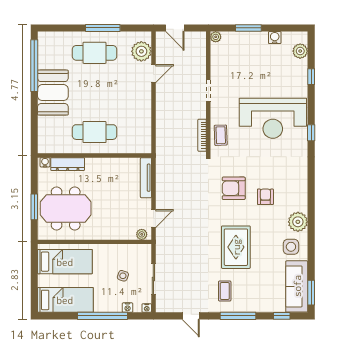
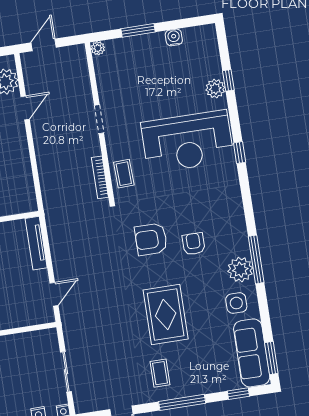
door: (175, 28) -> (44, 45), swing flipped
plant: (300, 51) -> (215, 89), moved
window: (311, 216) -> (256, 259), added
plant: (142, 234) -> (42, 317), removed
side table: (123, 276) -> (26, 374), removed

